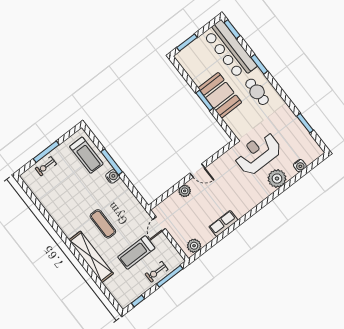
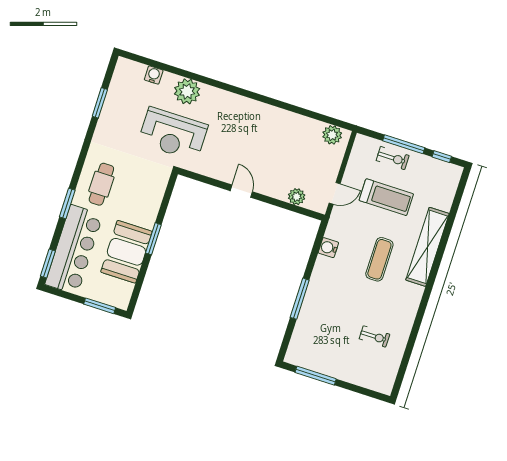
booth: (220, 95) -> (126, 252), moved
window: (46, 152) -> (316, 376), moved
treadmill: (86, 155) -> (312, 334), removed
exercise bike: (46, 166) -> (374, 336), moved
water cooler: (113, 176) -> (328, 248), moved
plant: (185, 191) -> (297, 197), moved
row of seats: (223, 223) -> (283, 118), removed
window: (170, 276) -> (404, 144), moved

